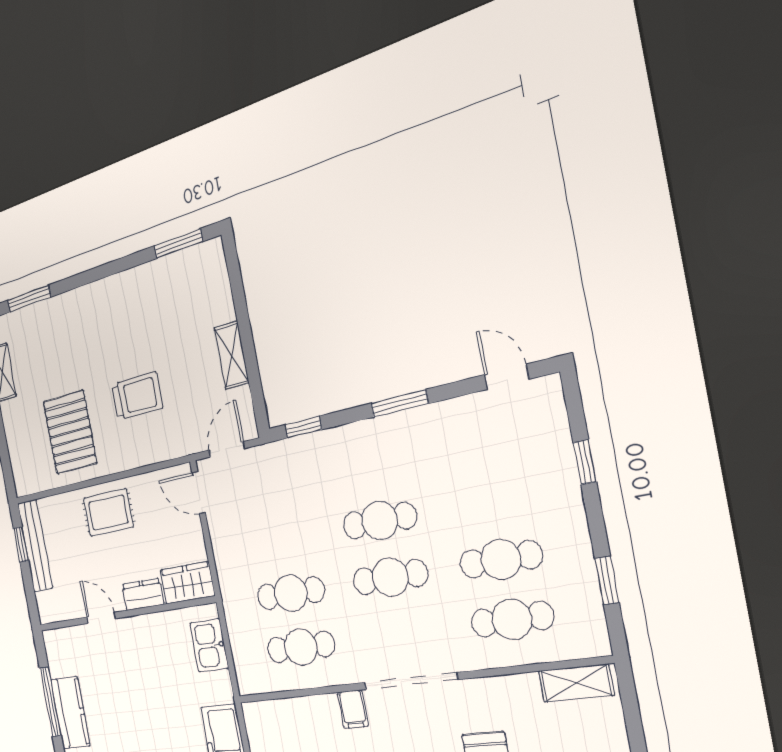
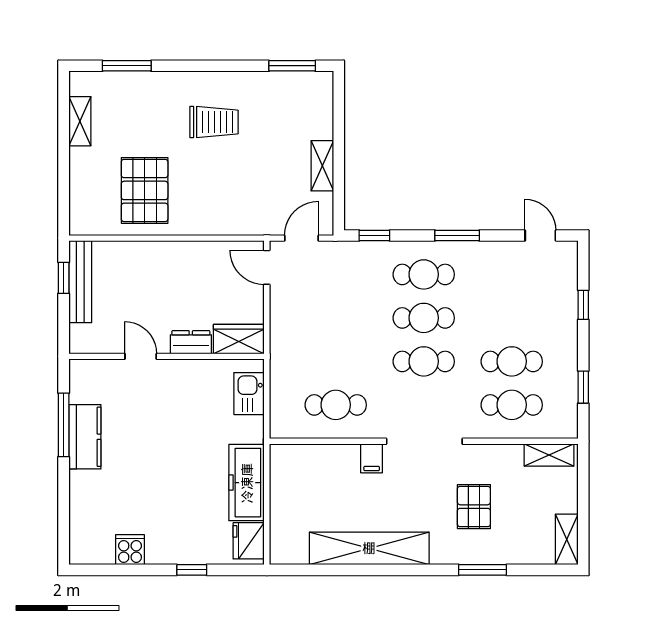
trolley: (137, 396) -> (214, 122), moved
rug: (108, 513) -> (170, 267), removed
cafe table: (291, 593) -> (424, 274), moved

